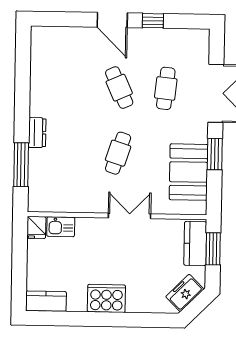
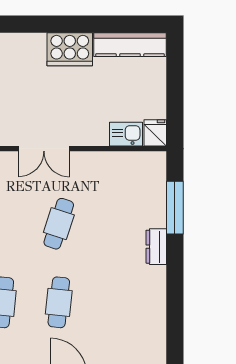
cafe table: (119, 88) -> (59, 302), turned 30
kitchen counter: (46, 301) -> (130, 45), width x1.50

